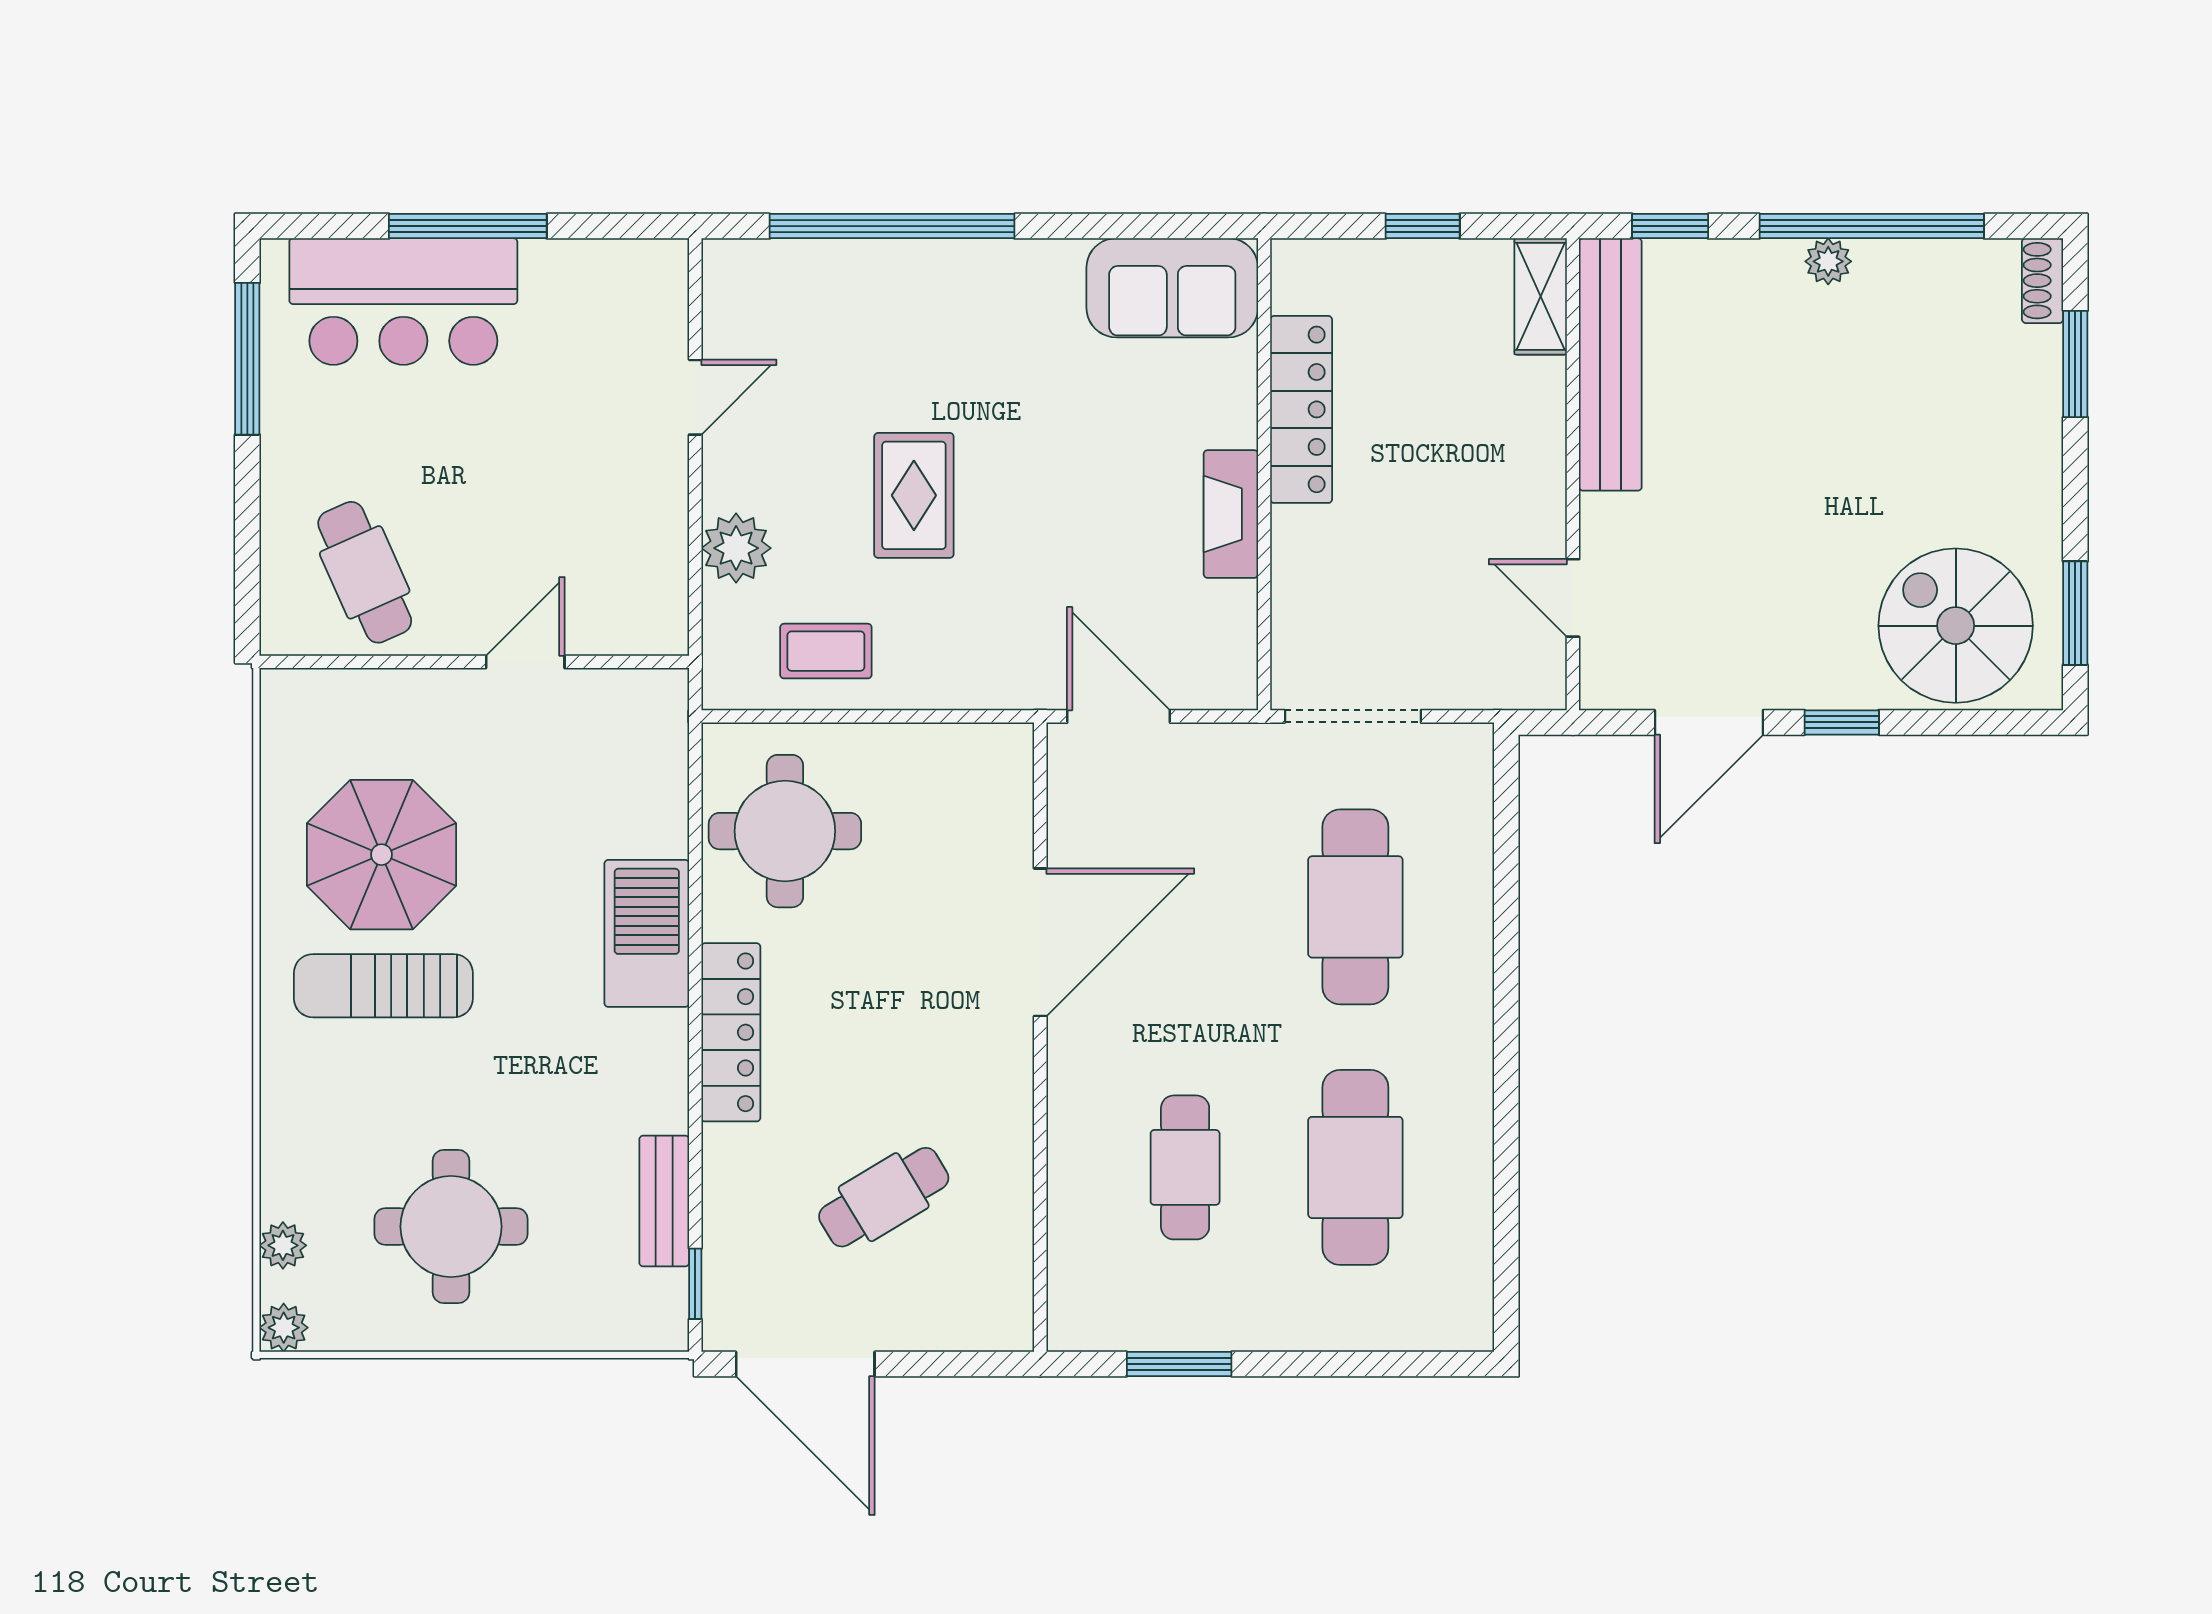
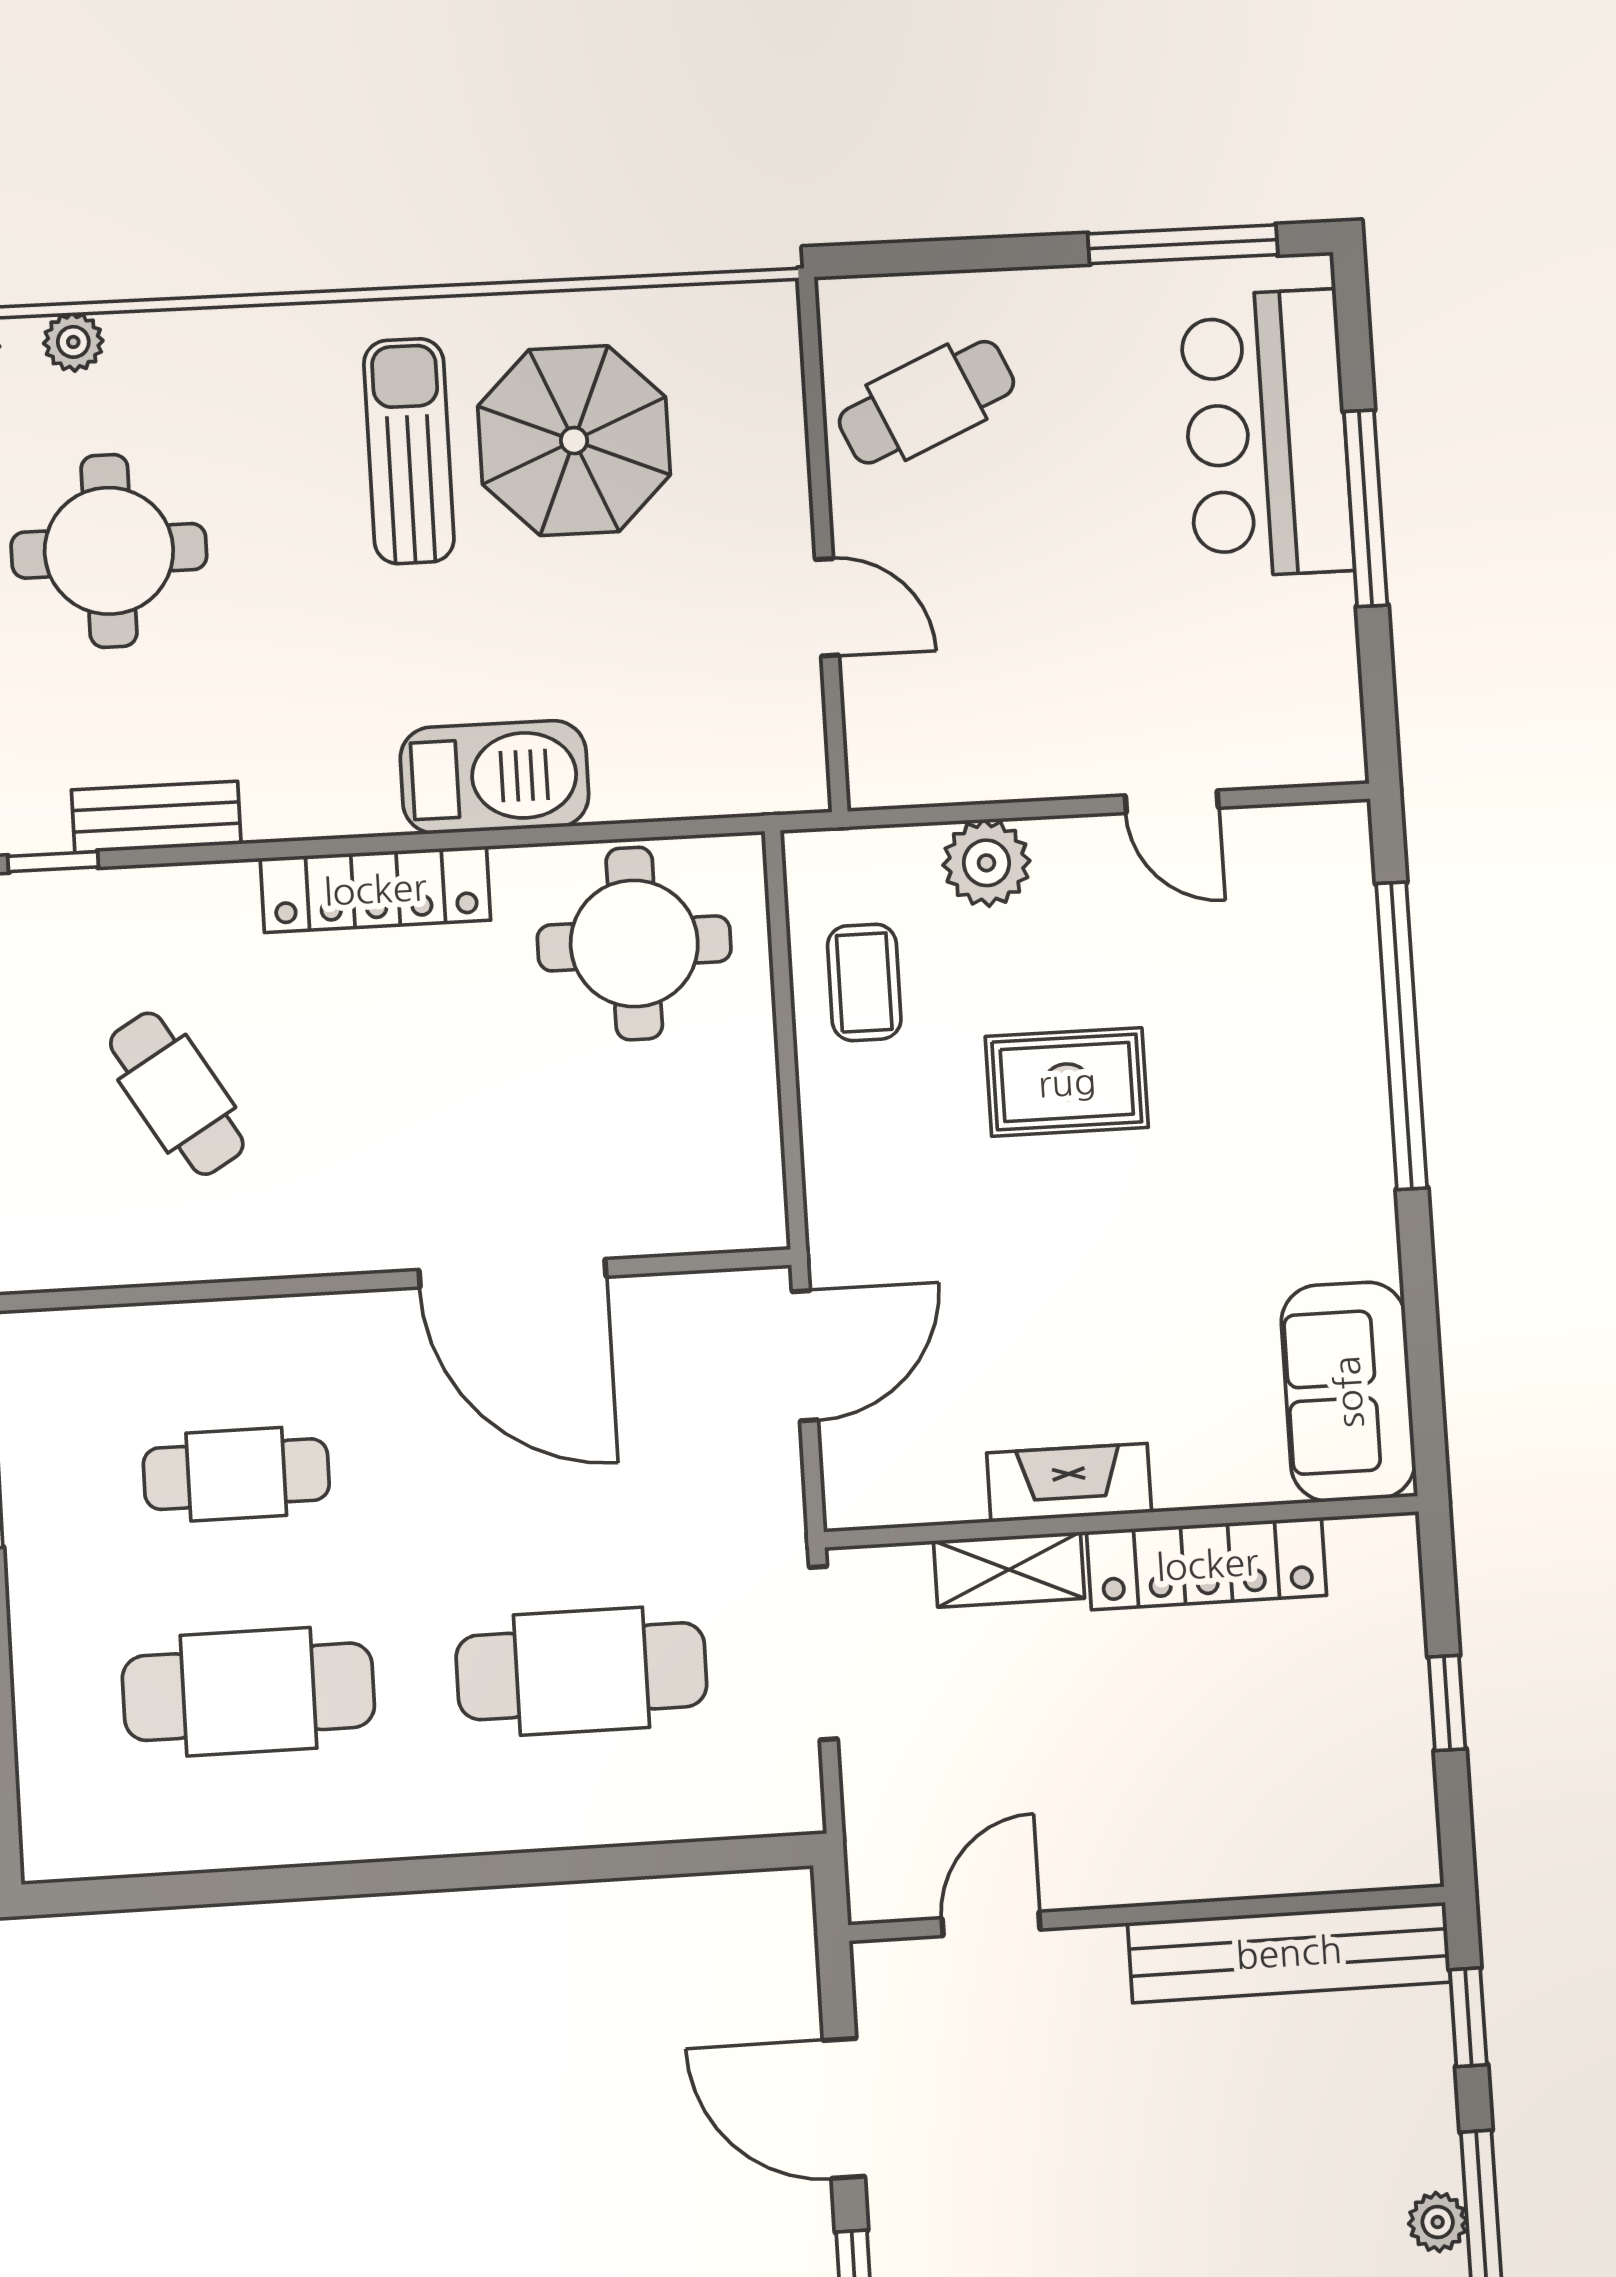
shelving: (1541, 296) -> (1009, 1570), moved

